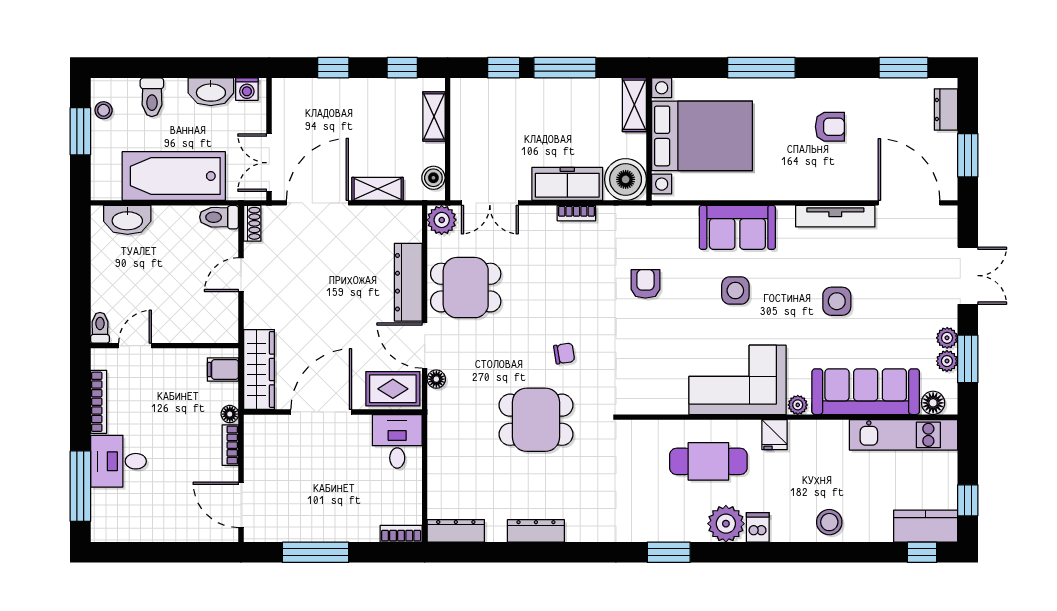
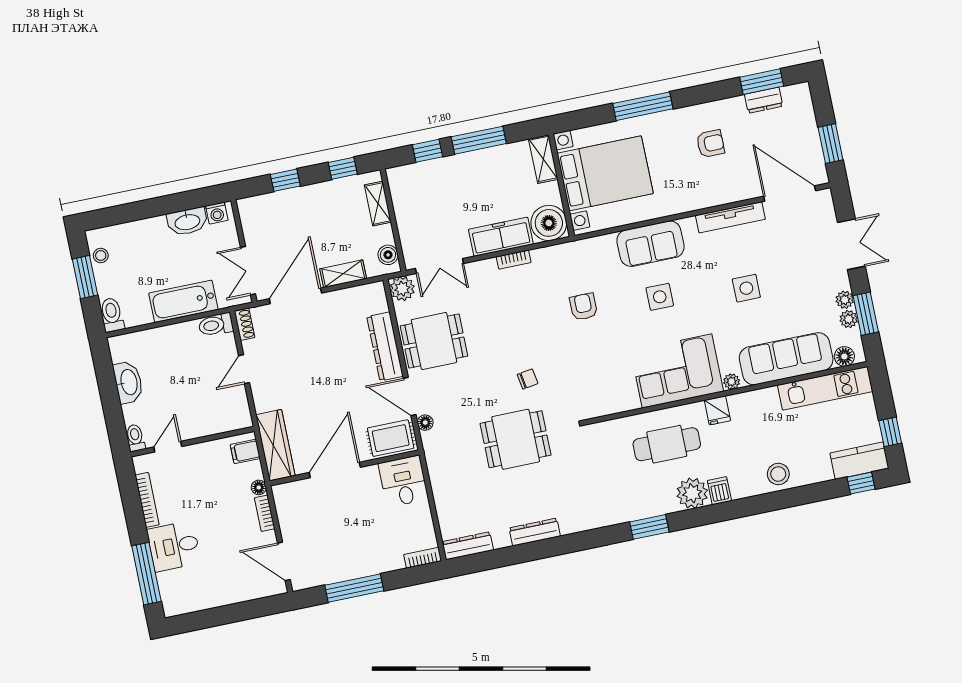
toilet: (152, 97) -> (112, 315), moved, turned 180
dresser: (946, 110) -> (764, 100), moved, turned -90
bathtub: (174, 176) -> (183, 301), width x0.73, depth x0.73
washbasin: (127, 220) -> (128, 382), moved, turned -90

